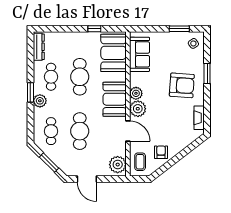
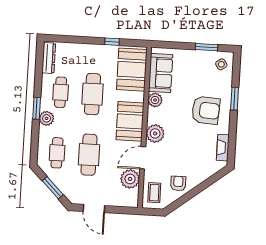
plant: (136, 93) -> (155, 100), moved
door: (128, 131) -> (143, 158), swing flipped
plant: (118, 165) -> (130, 179), moved

